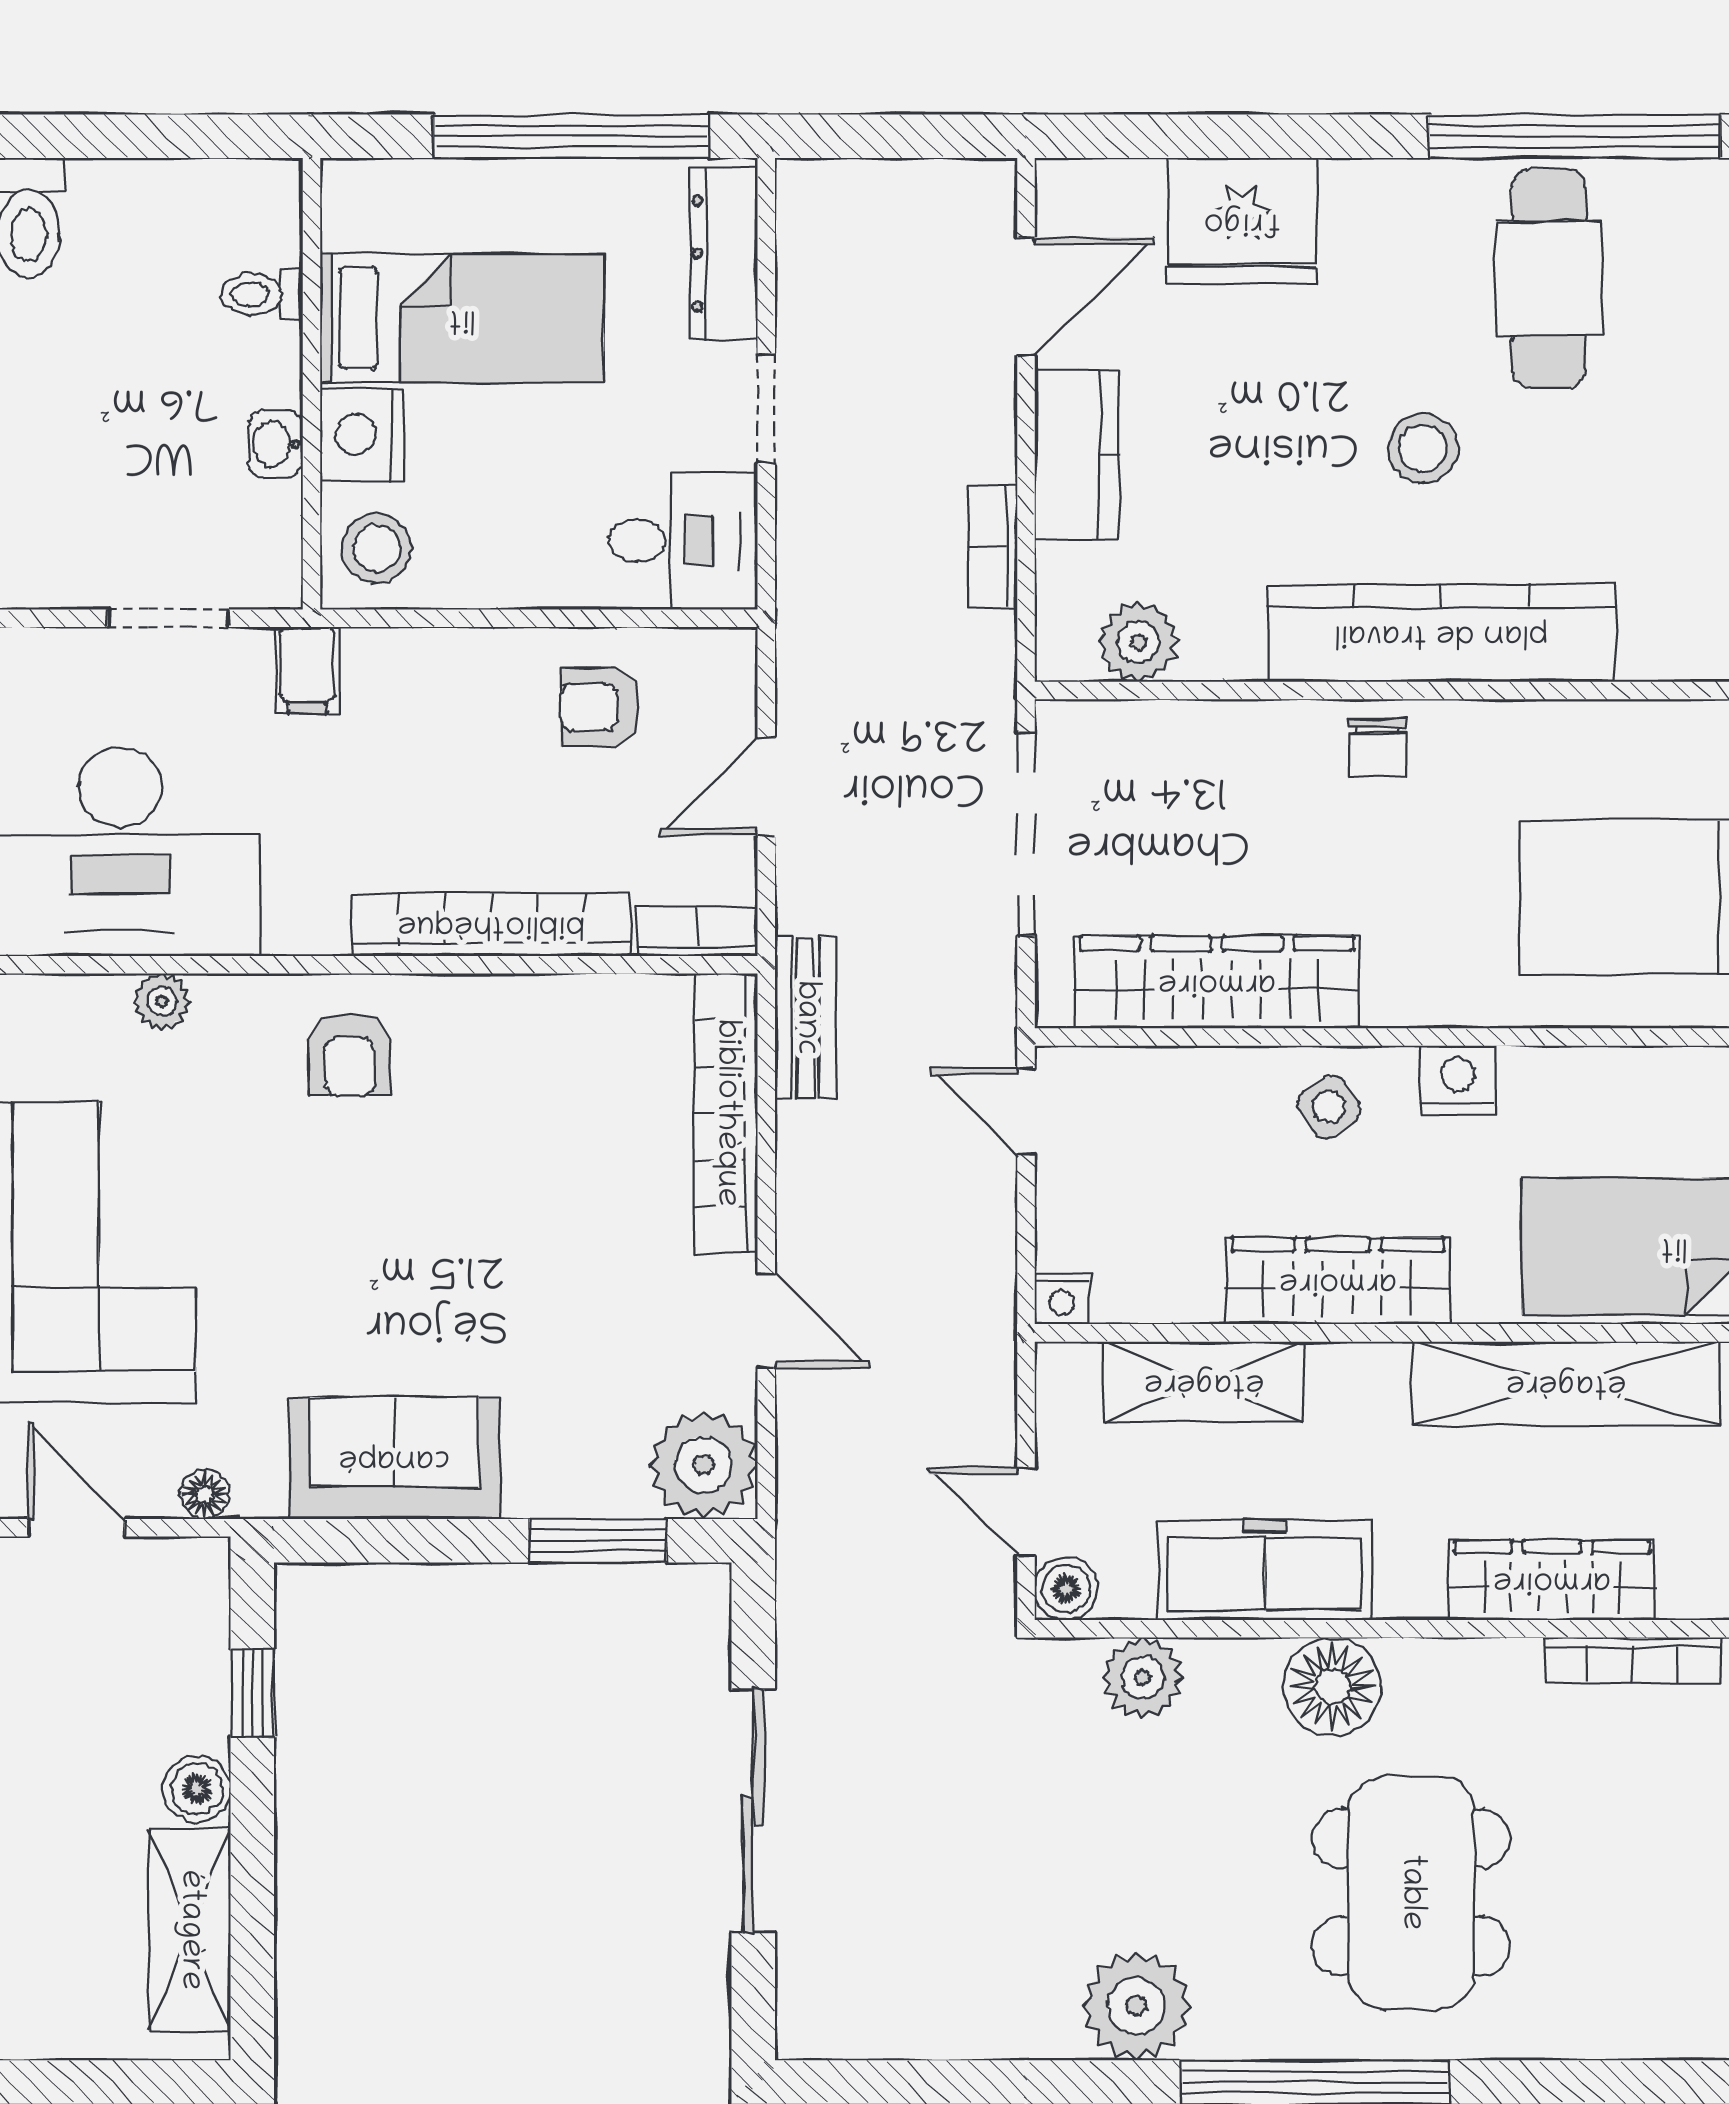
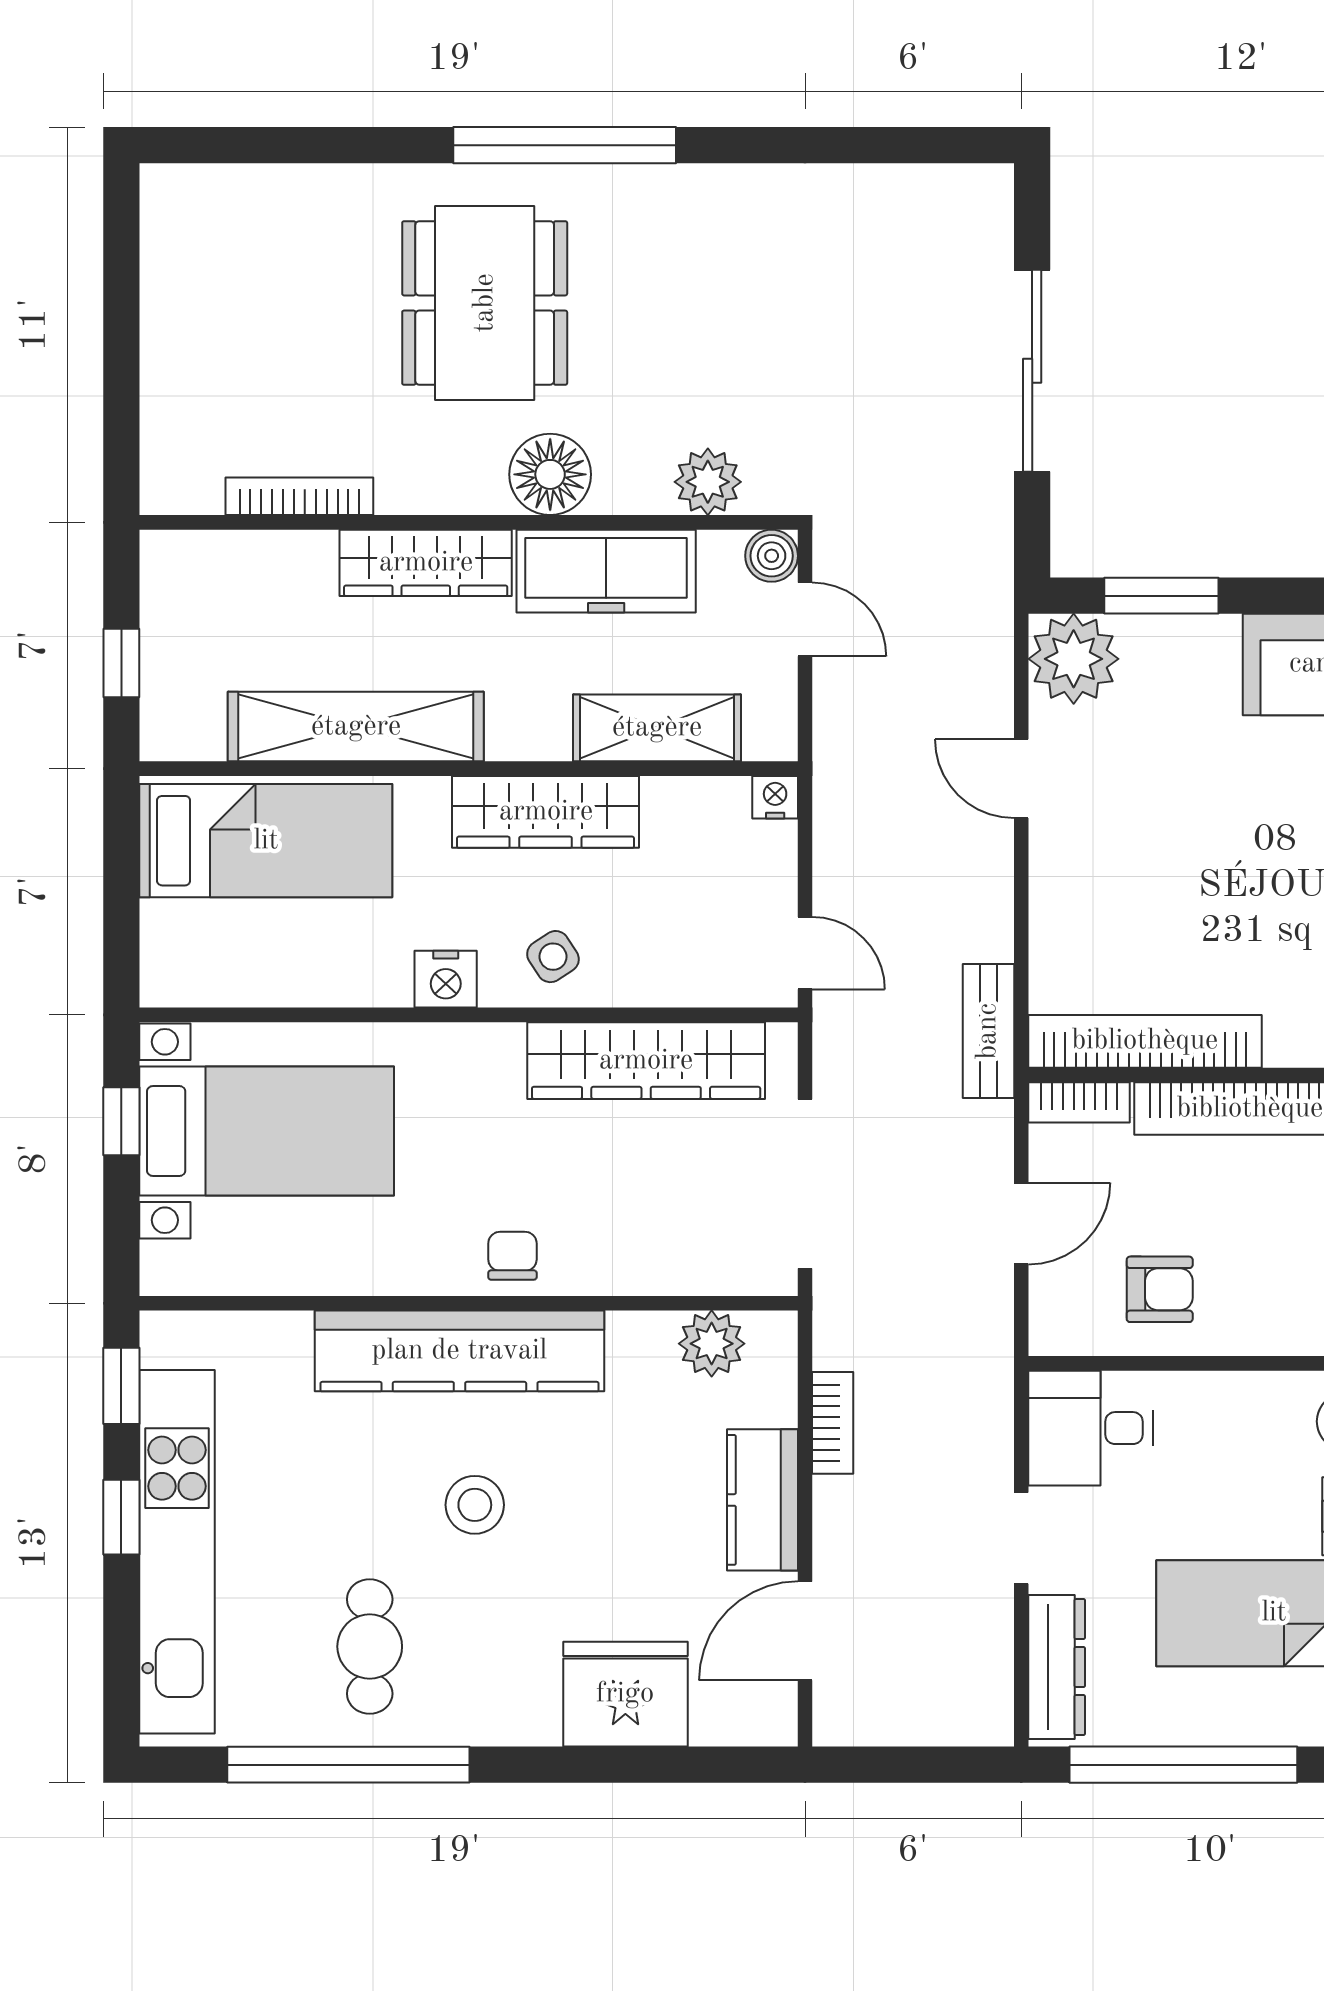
cafe table: (1549, 278) -> (370, 1647), width x0.73, depth x0.74
bookcase: (726, 1113) -> (1145, 1041), moved, turned -90
wardrobe: (1552, 1580) -> (426, 563), moved
plant: (1136, 2006) -> (713, 209), removed

